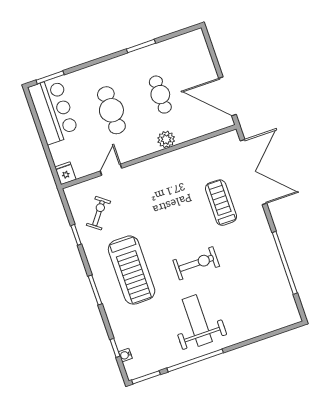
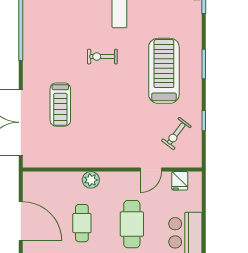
door: (227, 96) -> (21, 221), moved
fridge: (65, 173) -> (180, 181), moved
exercise bike: (196, 263) -> (102, 57), width x0.73, depth x0.72

